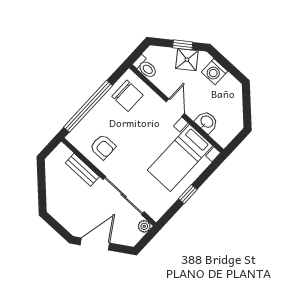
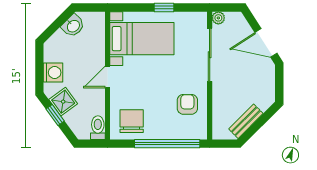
washbasin: (207, 122) -> (73, 26), moved, turned -135
bench: (82, 170) -> (246, 121), moved, turned 45

